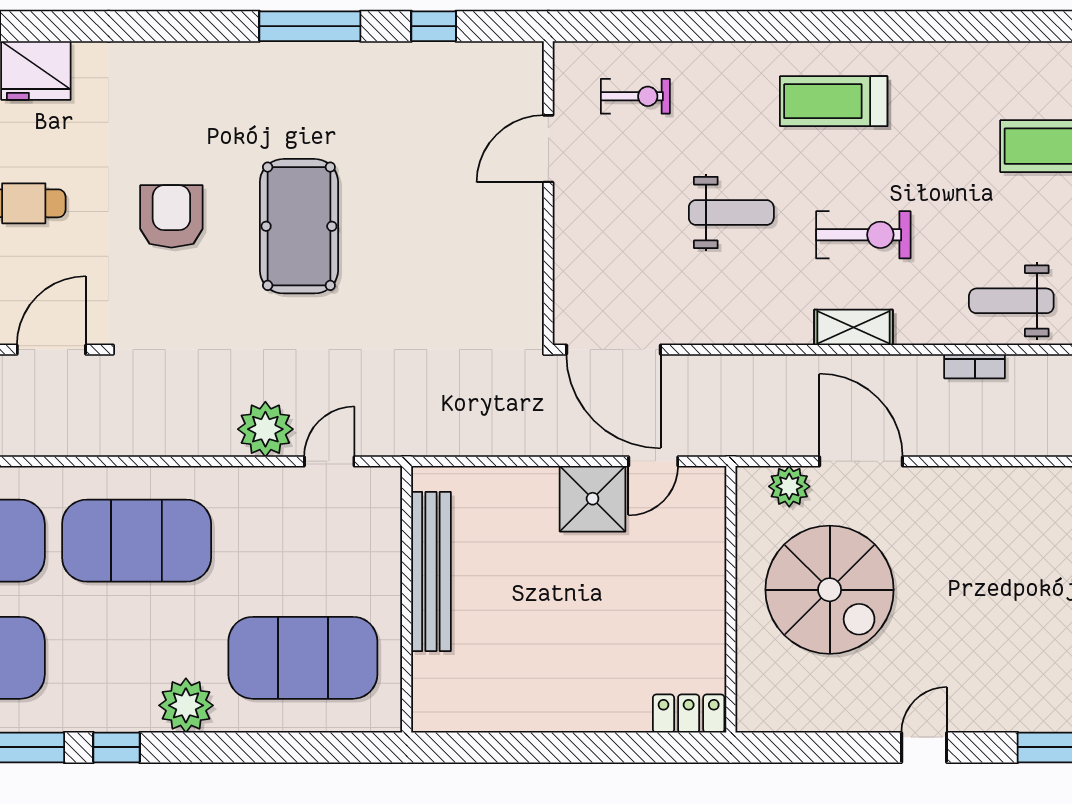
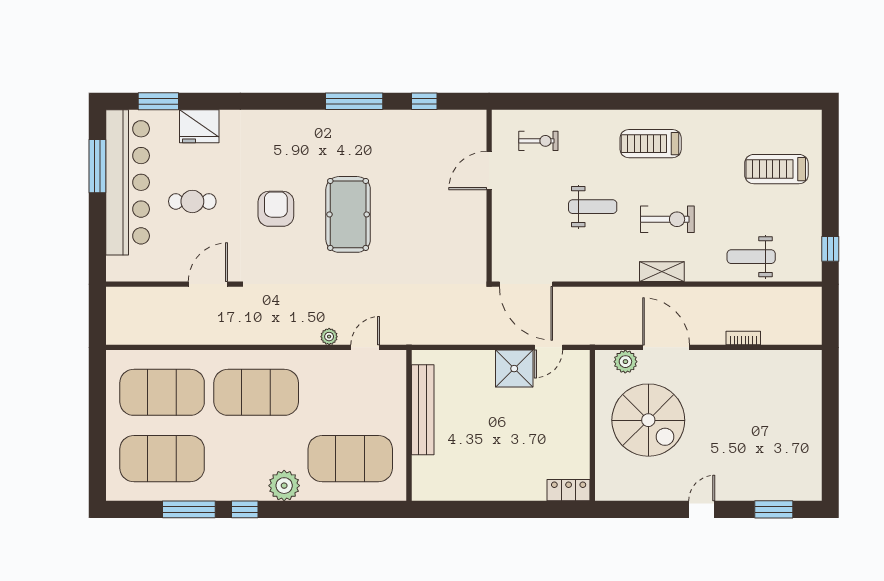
bookcase: (975, 366) -> (743, 338), moved, turned 180
plant: (265, 429) -> (329, 337), width x0.53, depth x0.53

